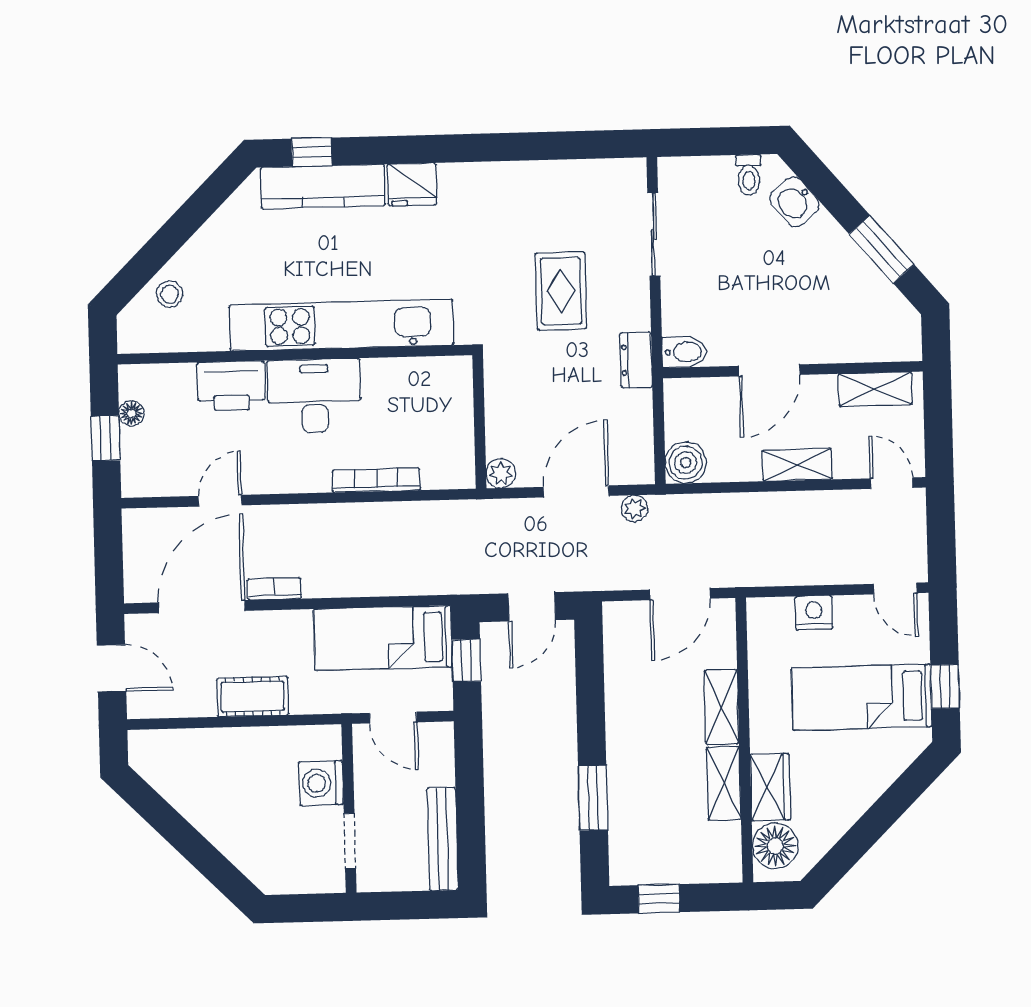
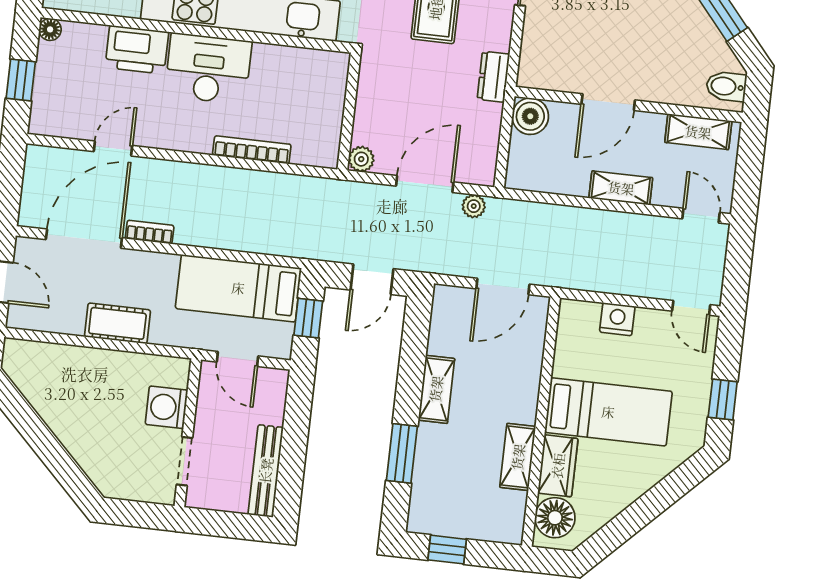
bidet: (684, 352) -> (726, 86), moved, turned 180
floor lamp: (131, 413) -> (50, 29), moved
boiler: (686, 463) -> (530, 116), moved
bed: (862, 697) -> (608, 412), moved, turned 180
shelving: (721, 707) -> (436, 389), moved

